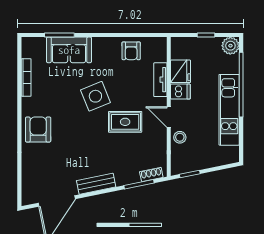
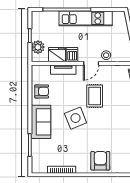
plant: (230, 46) -> (38, 47), moved
sofa: (69, 50) -> (41, 122), moved
armchair: (38, 130) -> (100, 161), turned 90

